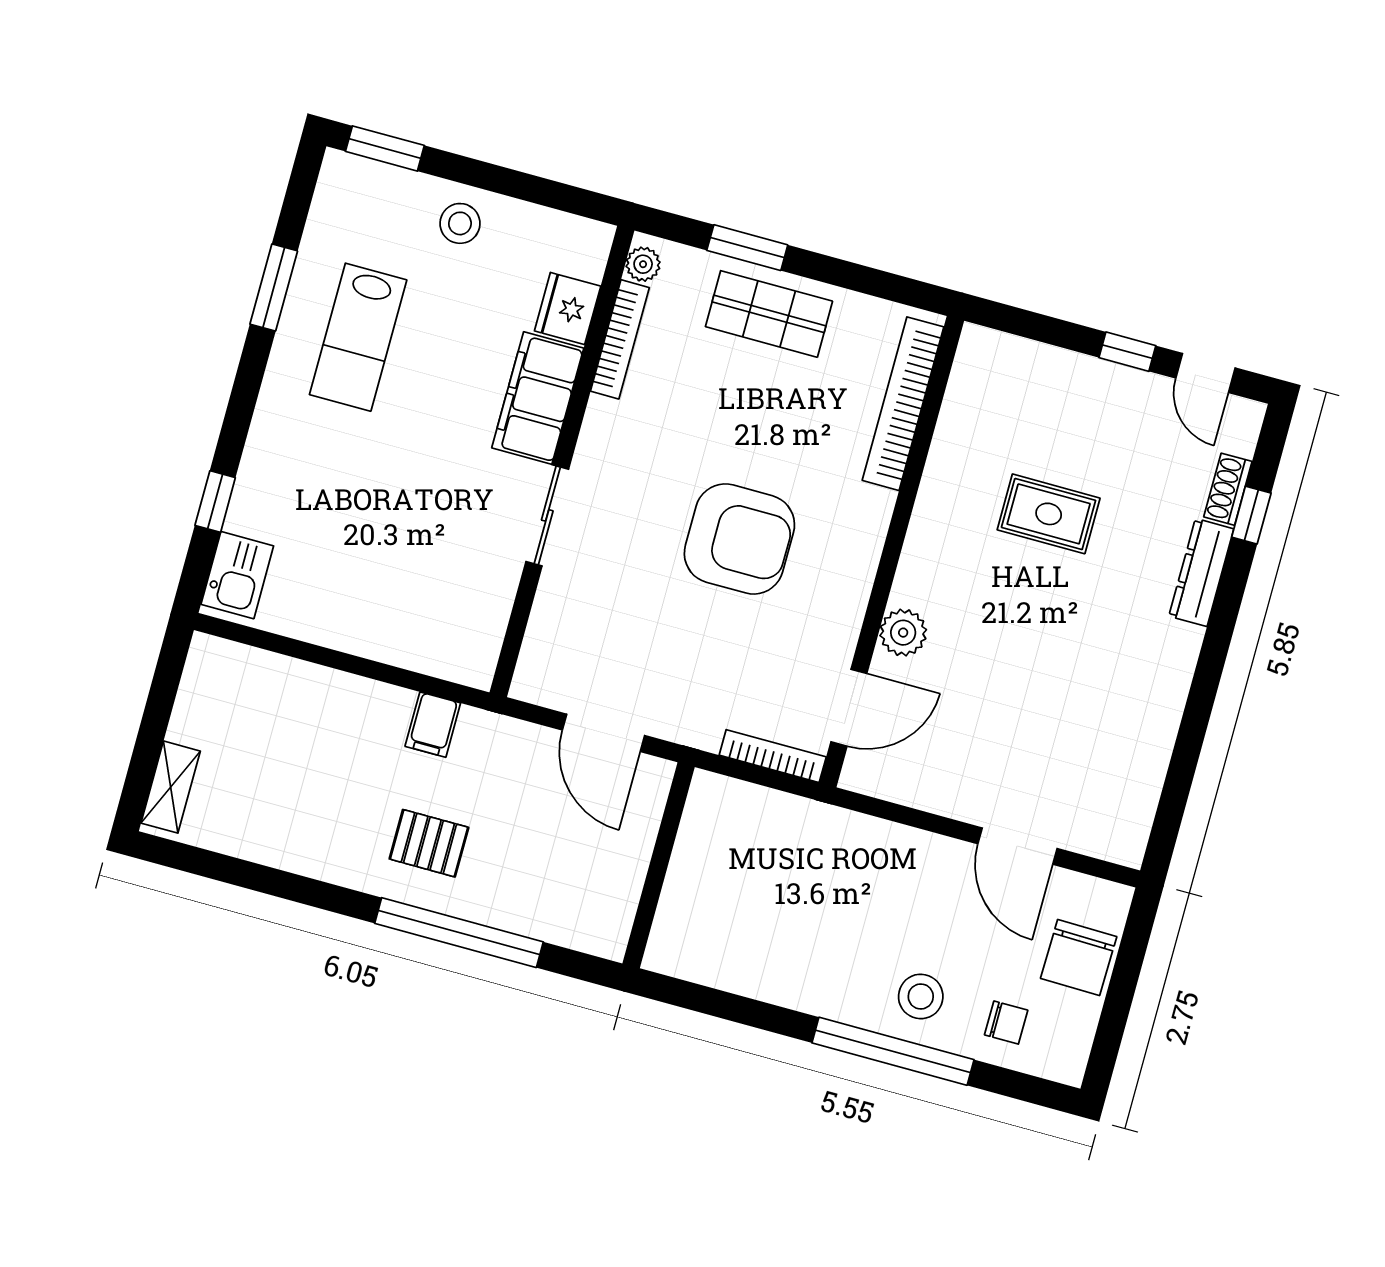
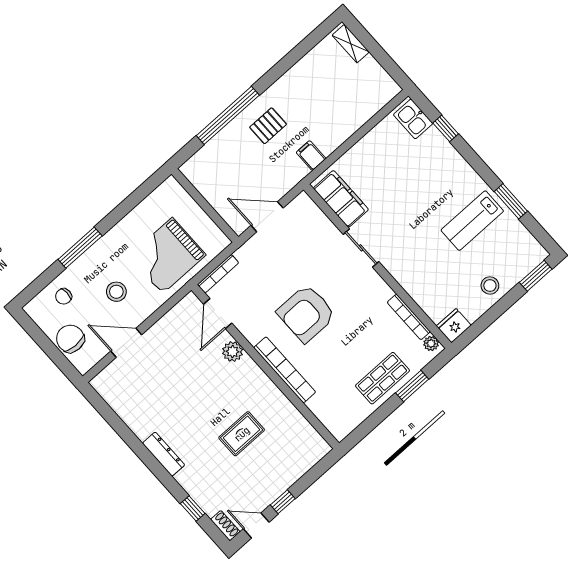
fridge: (568, 309) -> (454, 326), moved, turned -90
lab bench: (358, 337) -> (472, 221), turned -90
filing cabinet: (538, 398) -> (341, 199), moved
bookcase: (903, 404) -> (285, 370), moved
shoe rack: (1228, 489) -> (225, 526), moved
dresser: (1201, 573) -> (164, 454), moved
grand piano: (801, 875) -> (167, 256), added
stool: (921, 996) -> (116, 292), moved
window: (893, 1051) -> (80, 248), width x0.68

